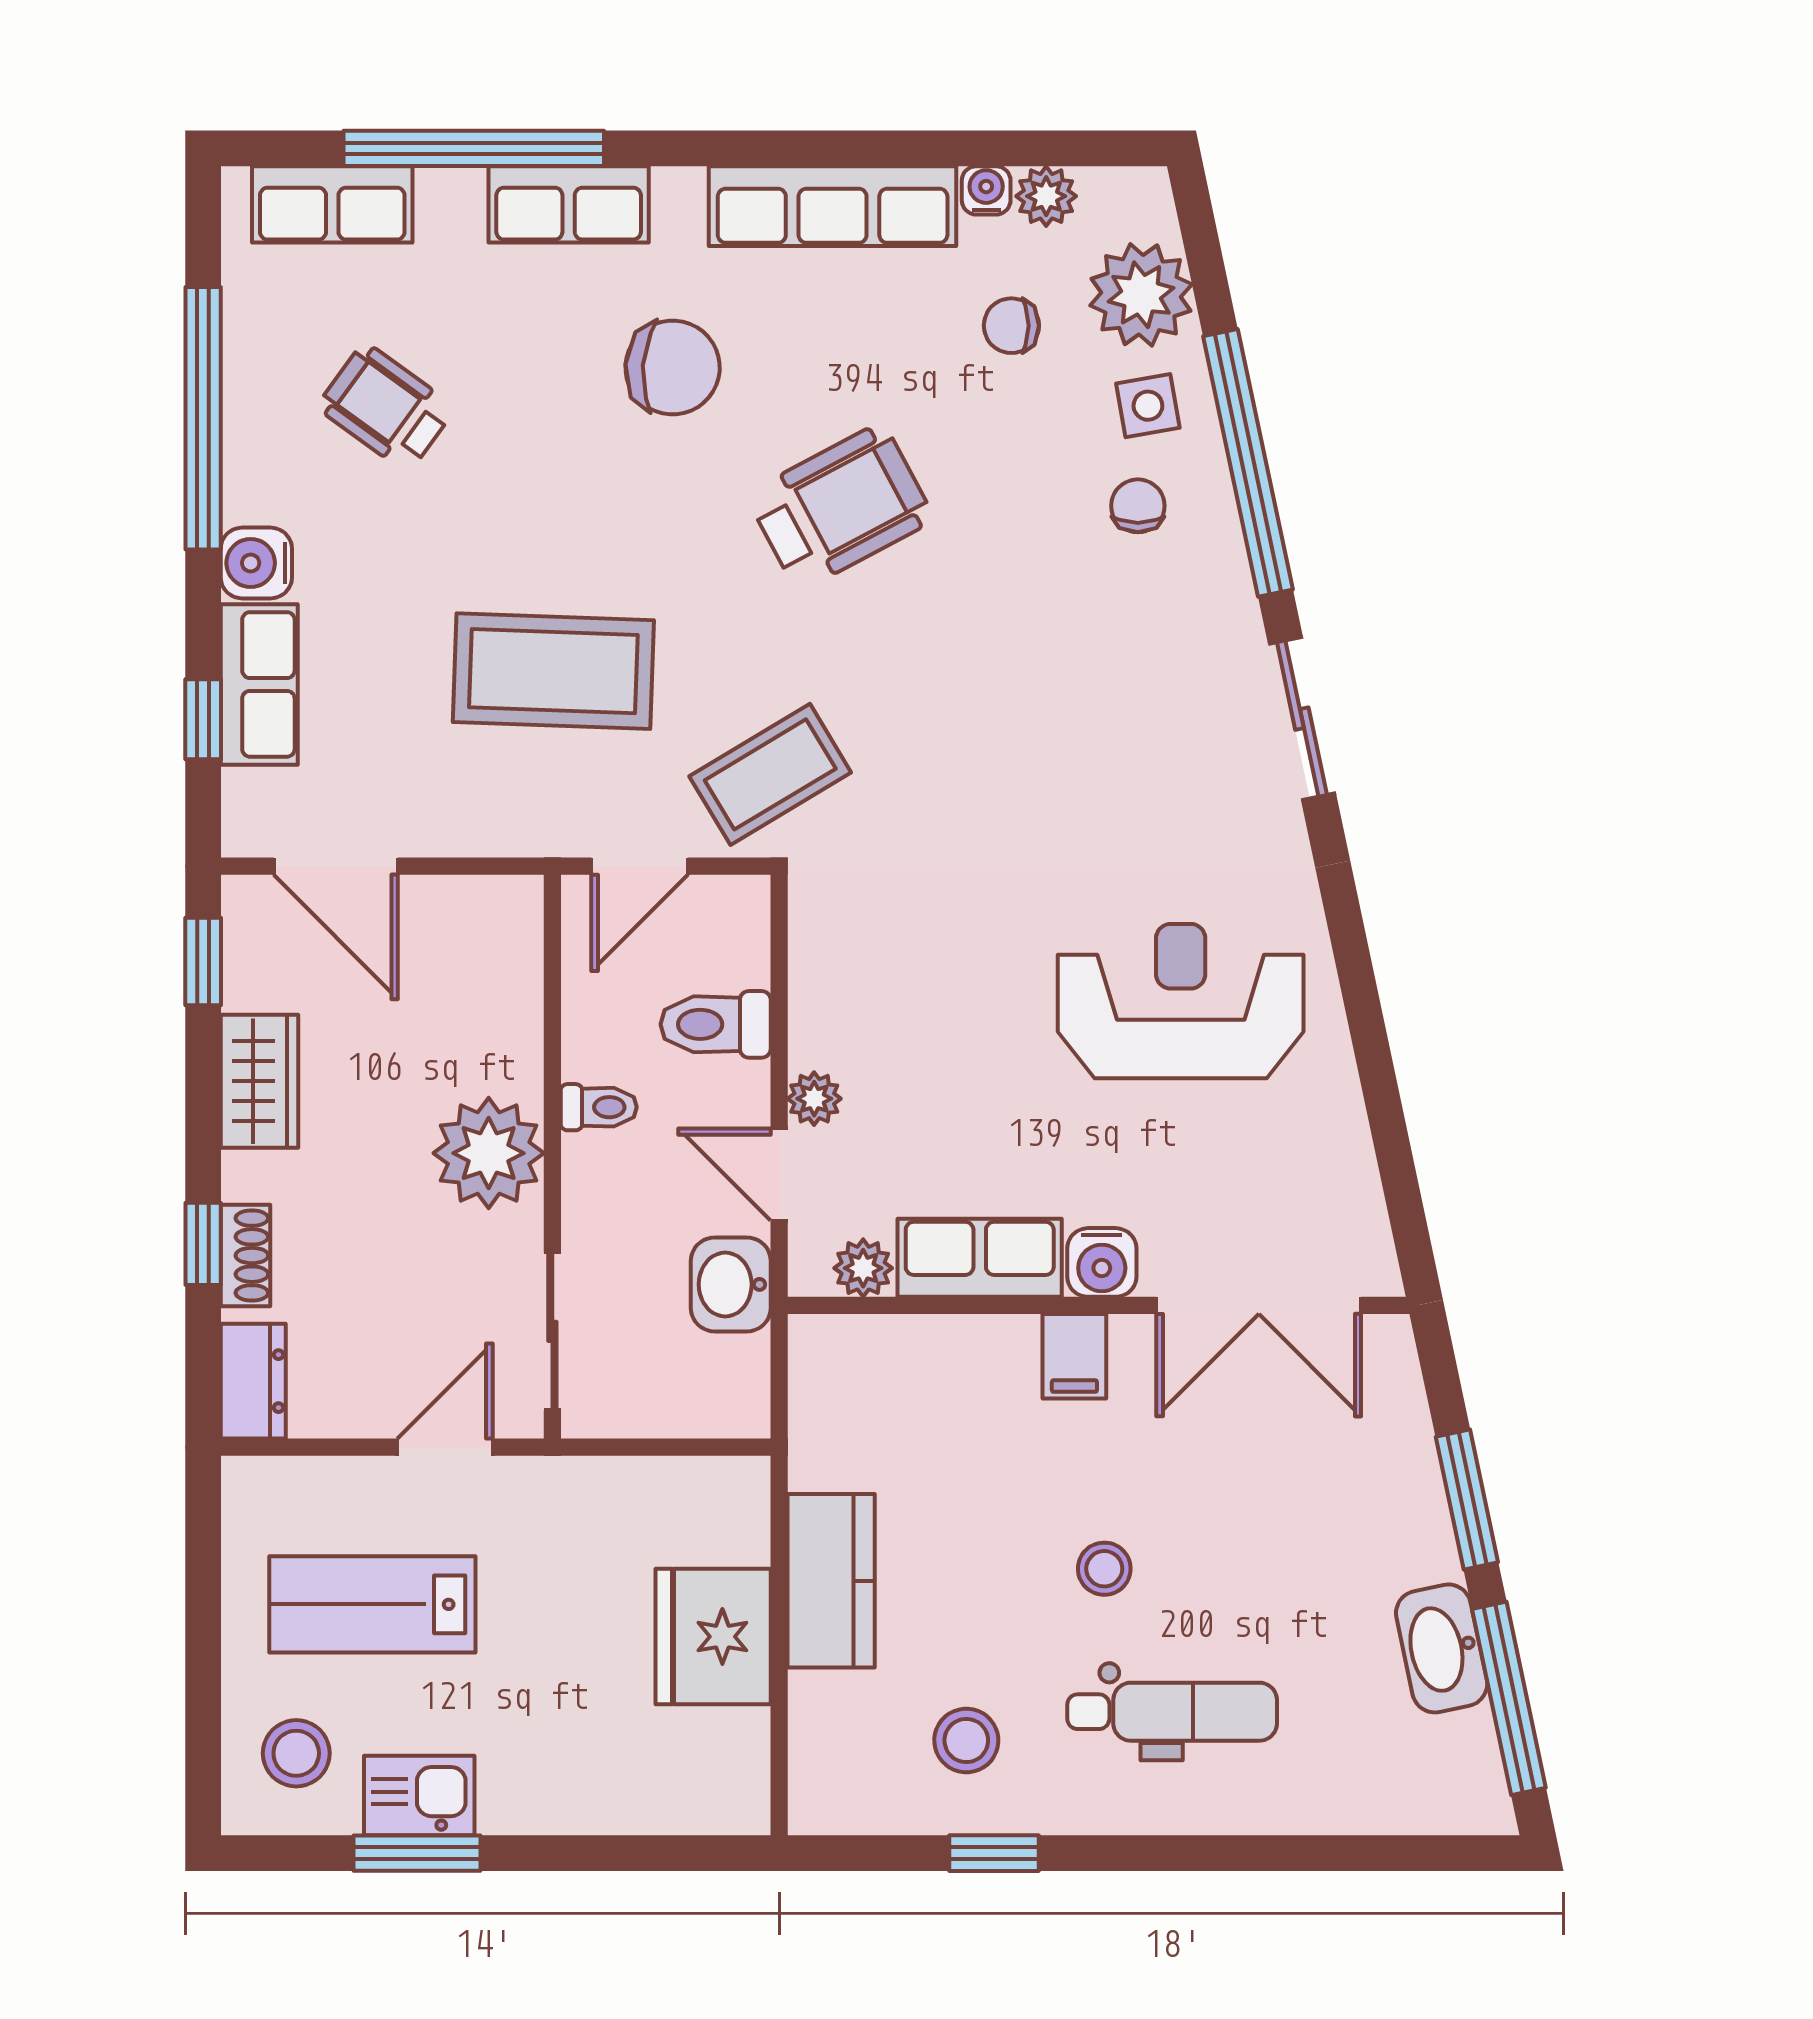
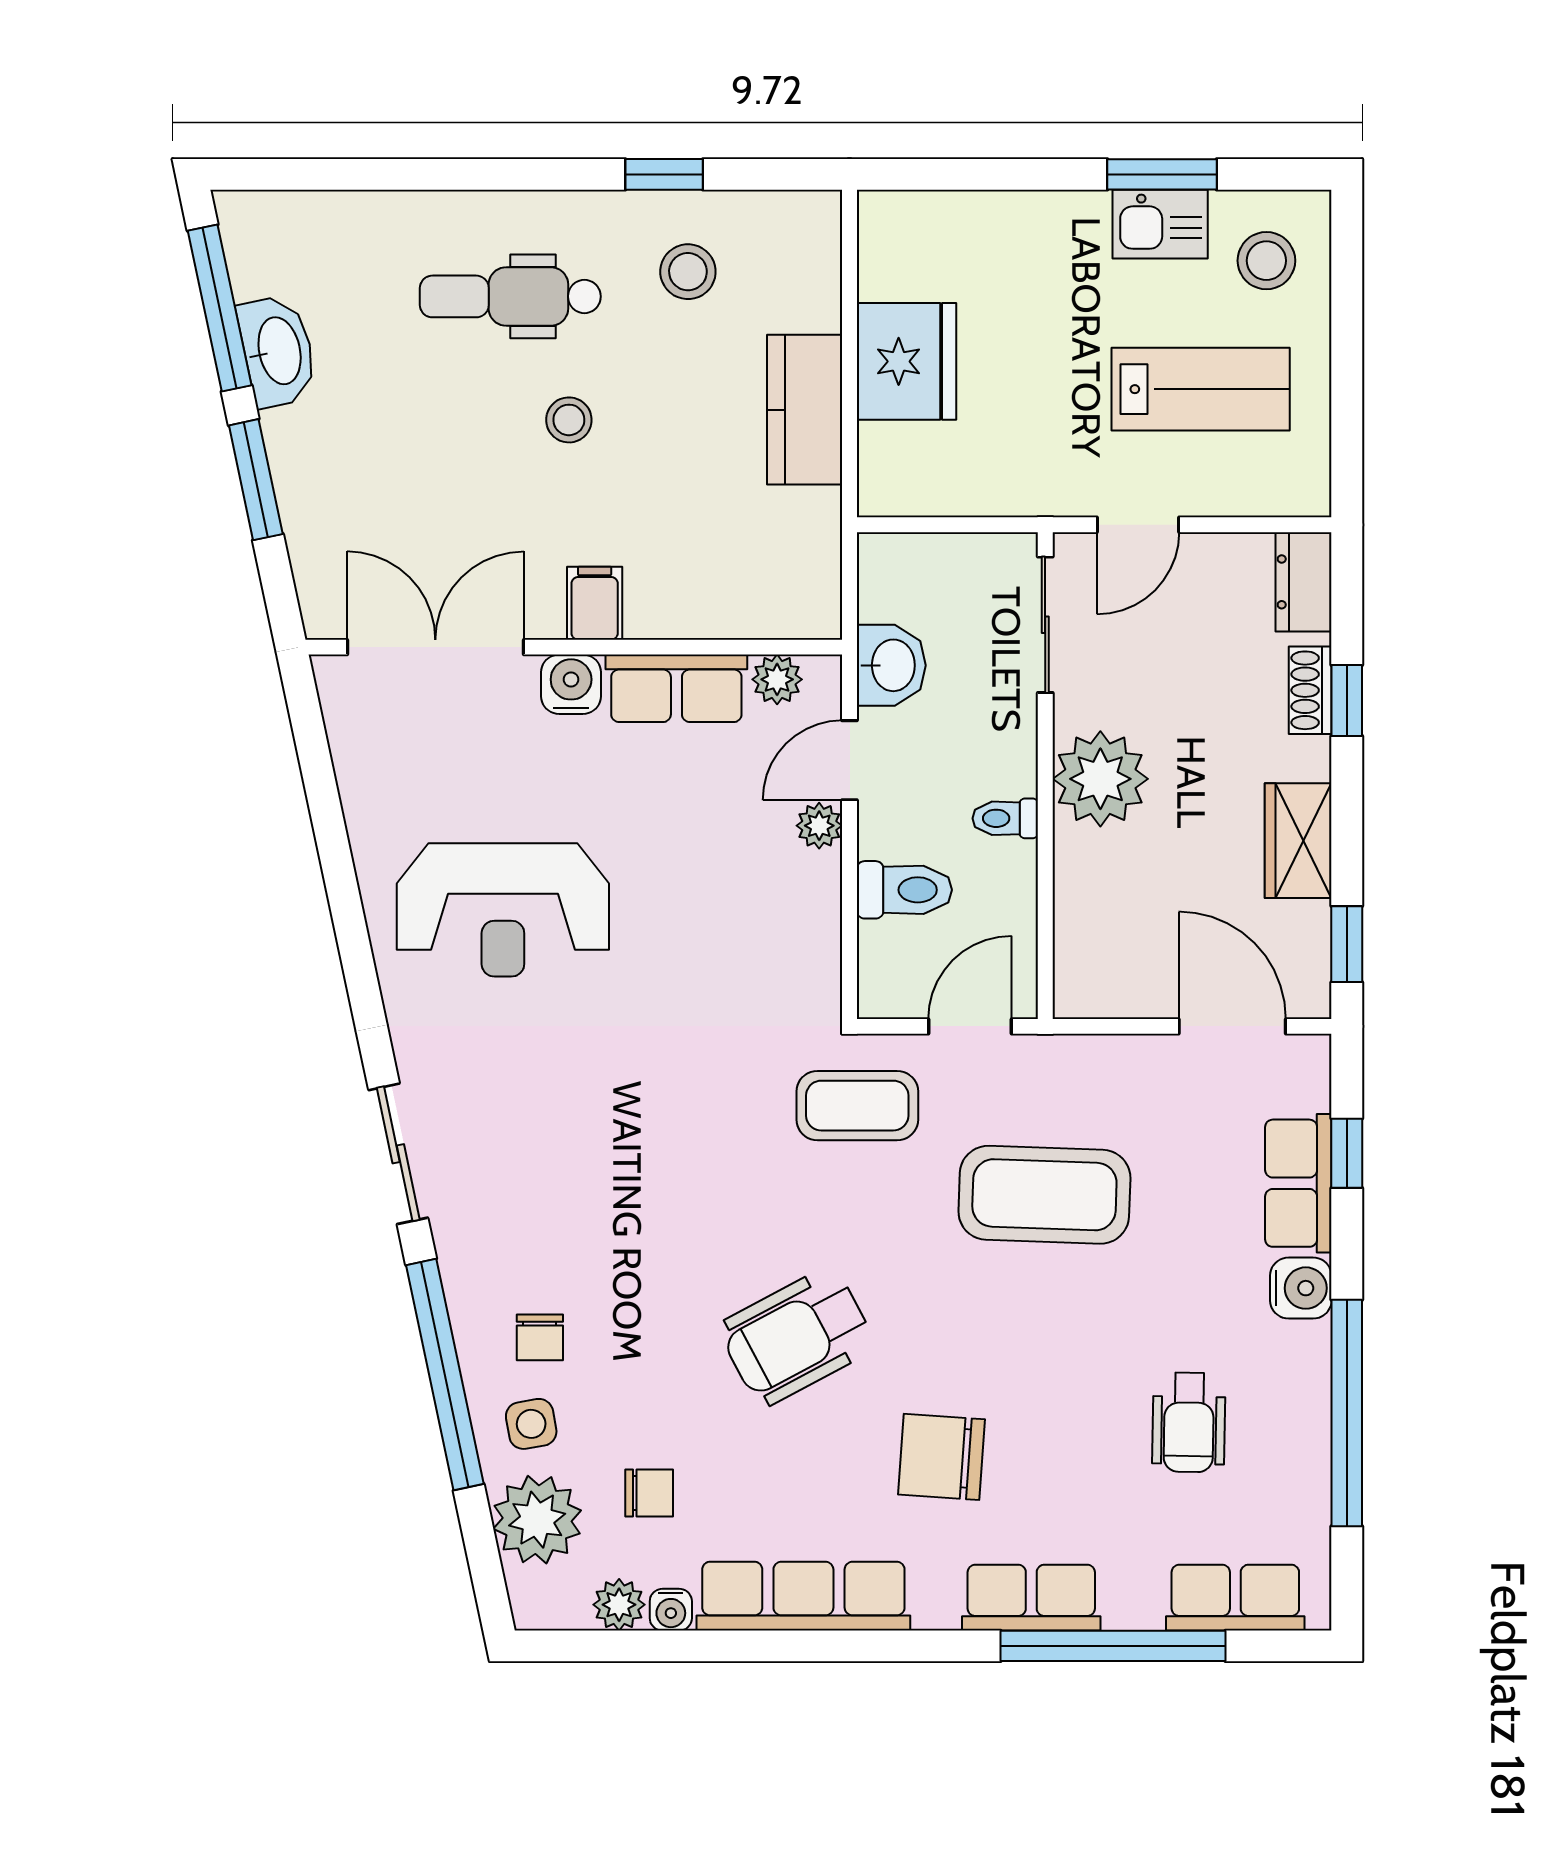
wheelchair: (386, 407) -> (1189, 1422), turned 55
coffee table: (770, 774) -> (857, 1106), turned 31
door: (779, 1175) -> (850, 760), swing flipped

